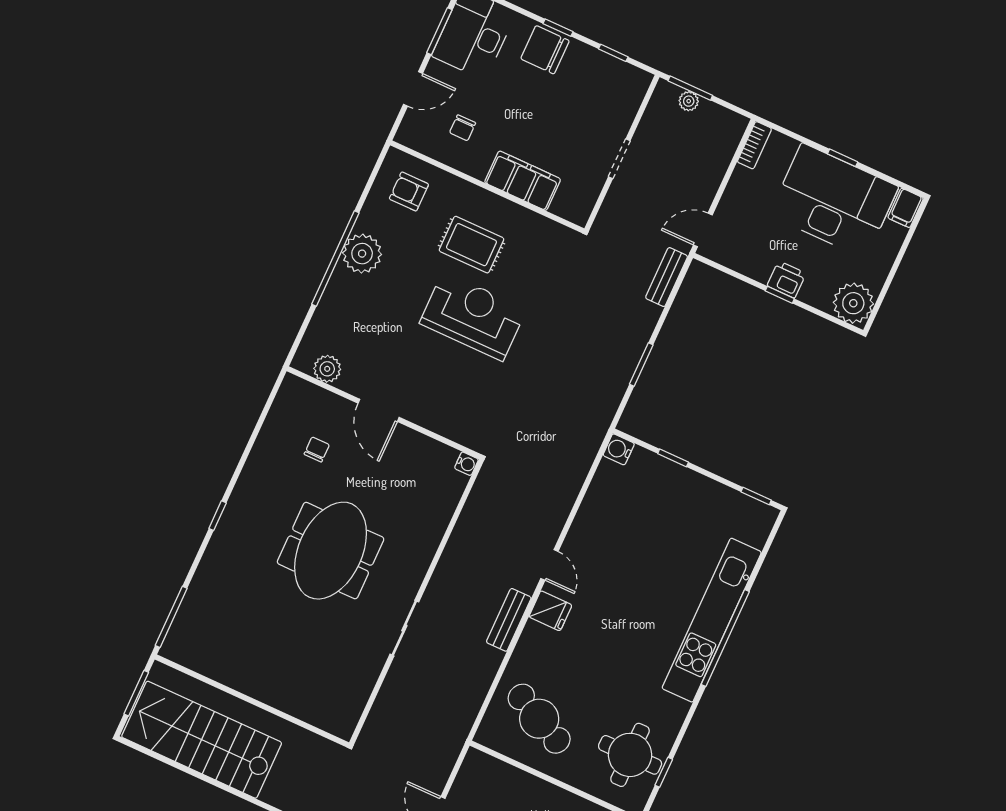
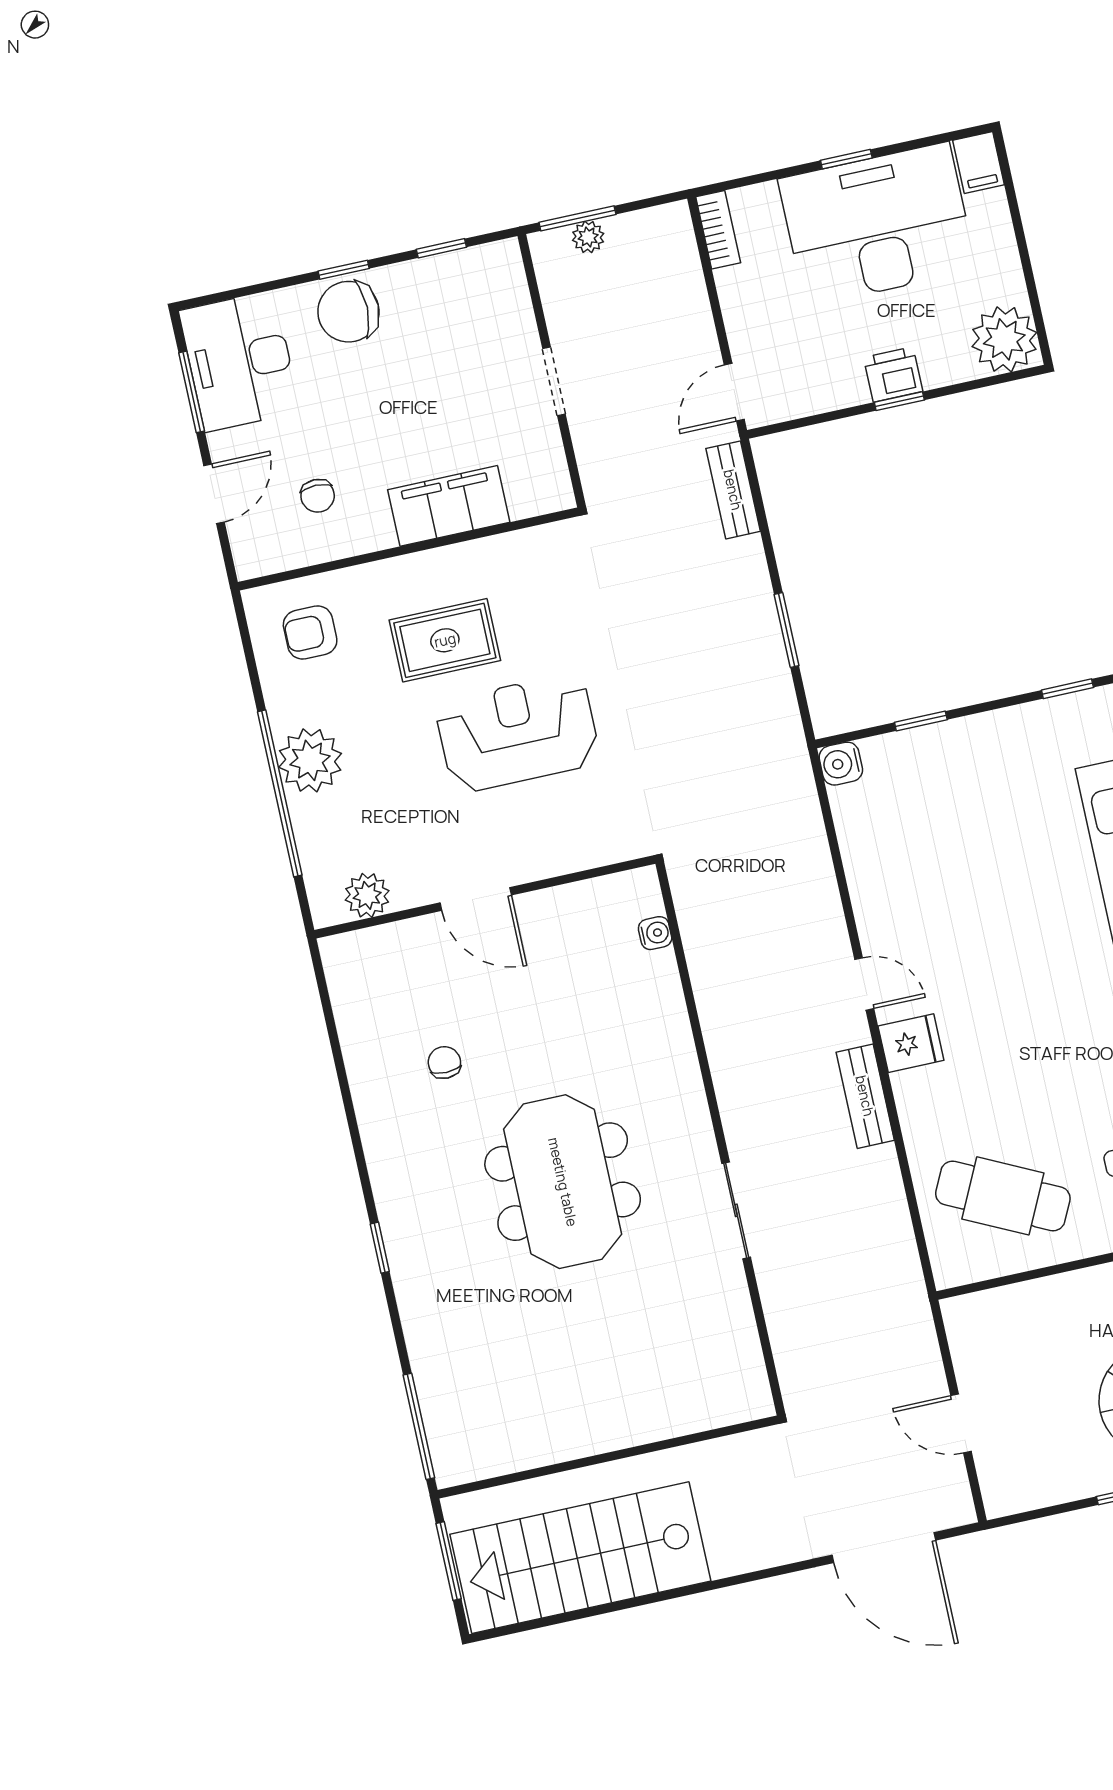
plant: (327, 369) -> (367, 895), moved
door: (379, 410) -> (476, 899), moved
wall: (384, 413) -> (485, 897), moved

